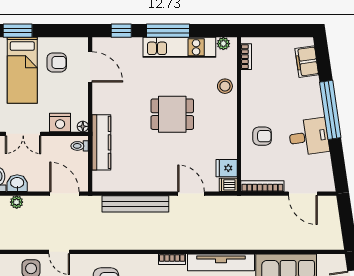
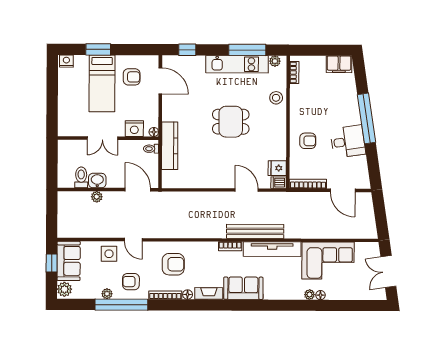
window: (168, 31) -> (247, 50), moved
filing cabinet: (307, 62) -> (339, 64), moved, turned -82
bench: (135, 204) -> (255, 231), moved

